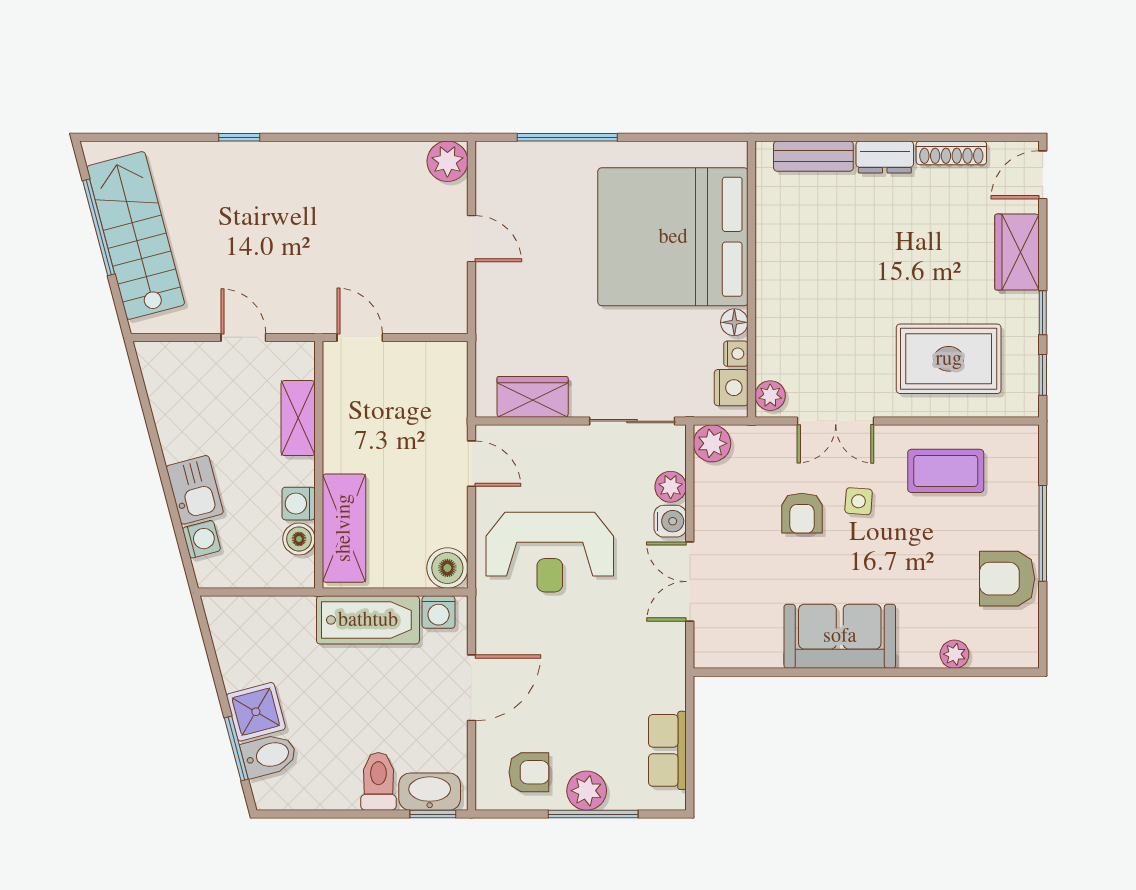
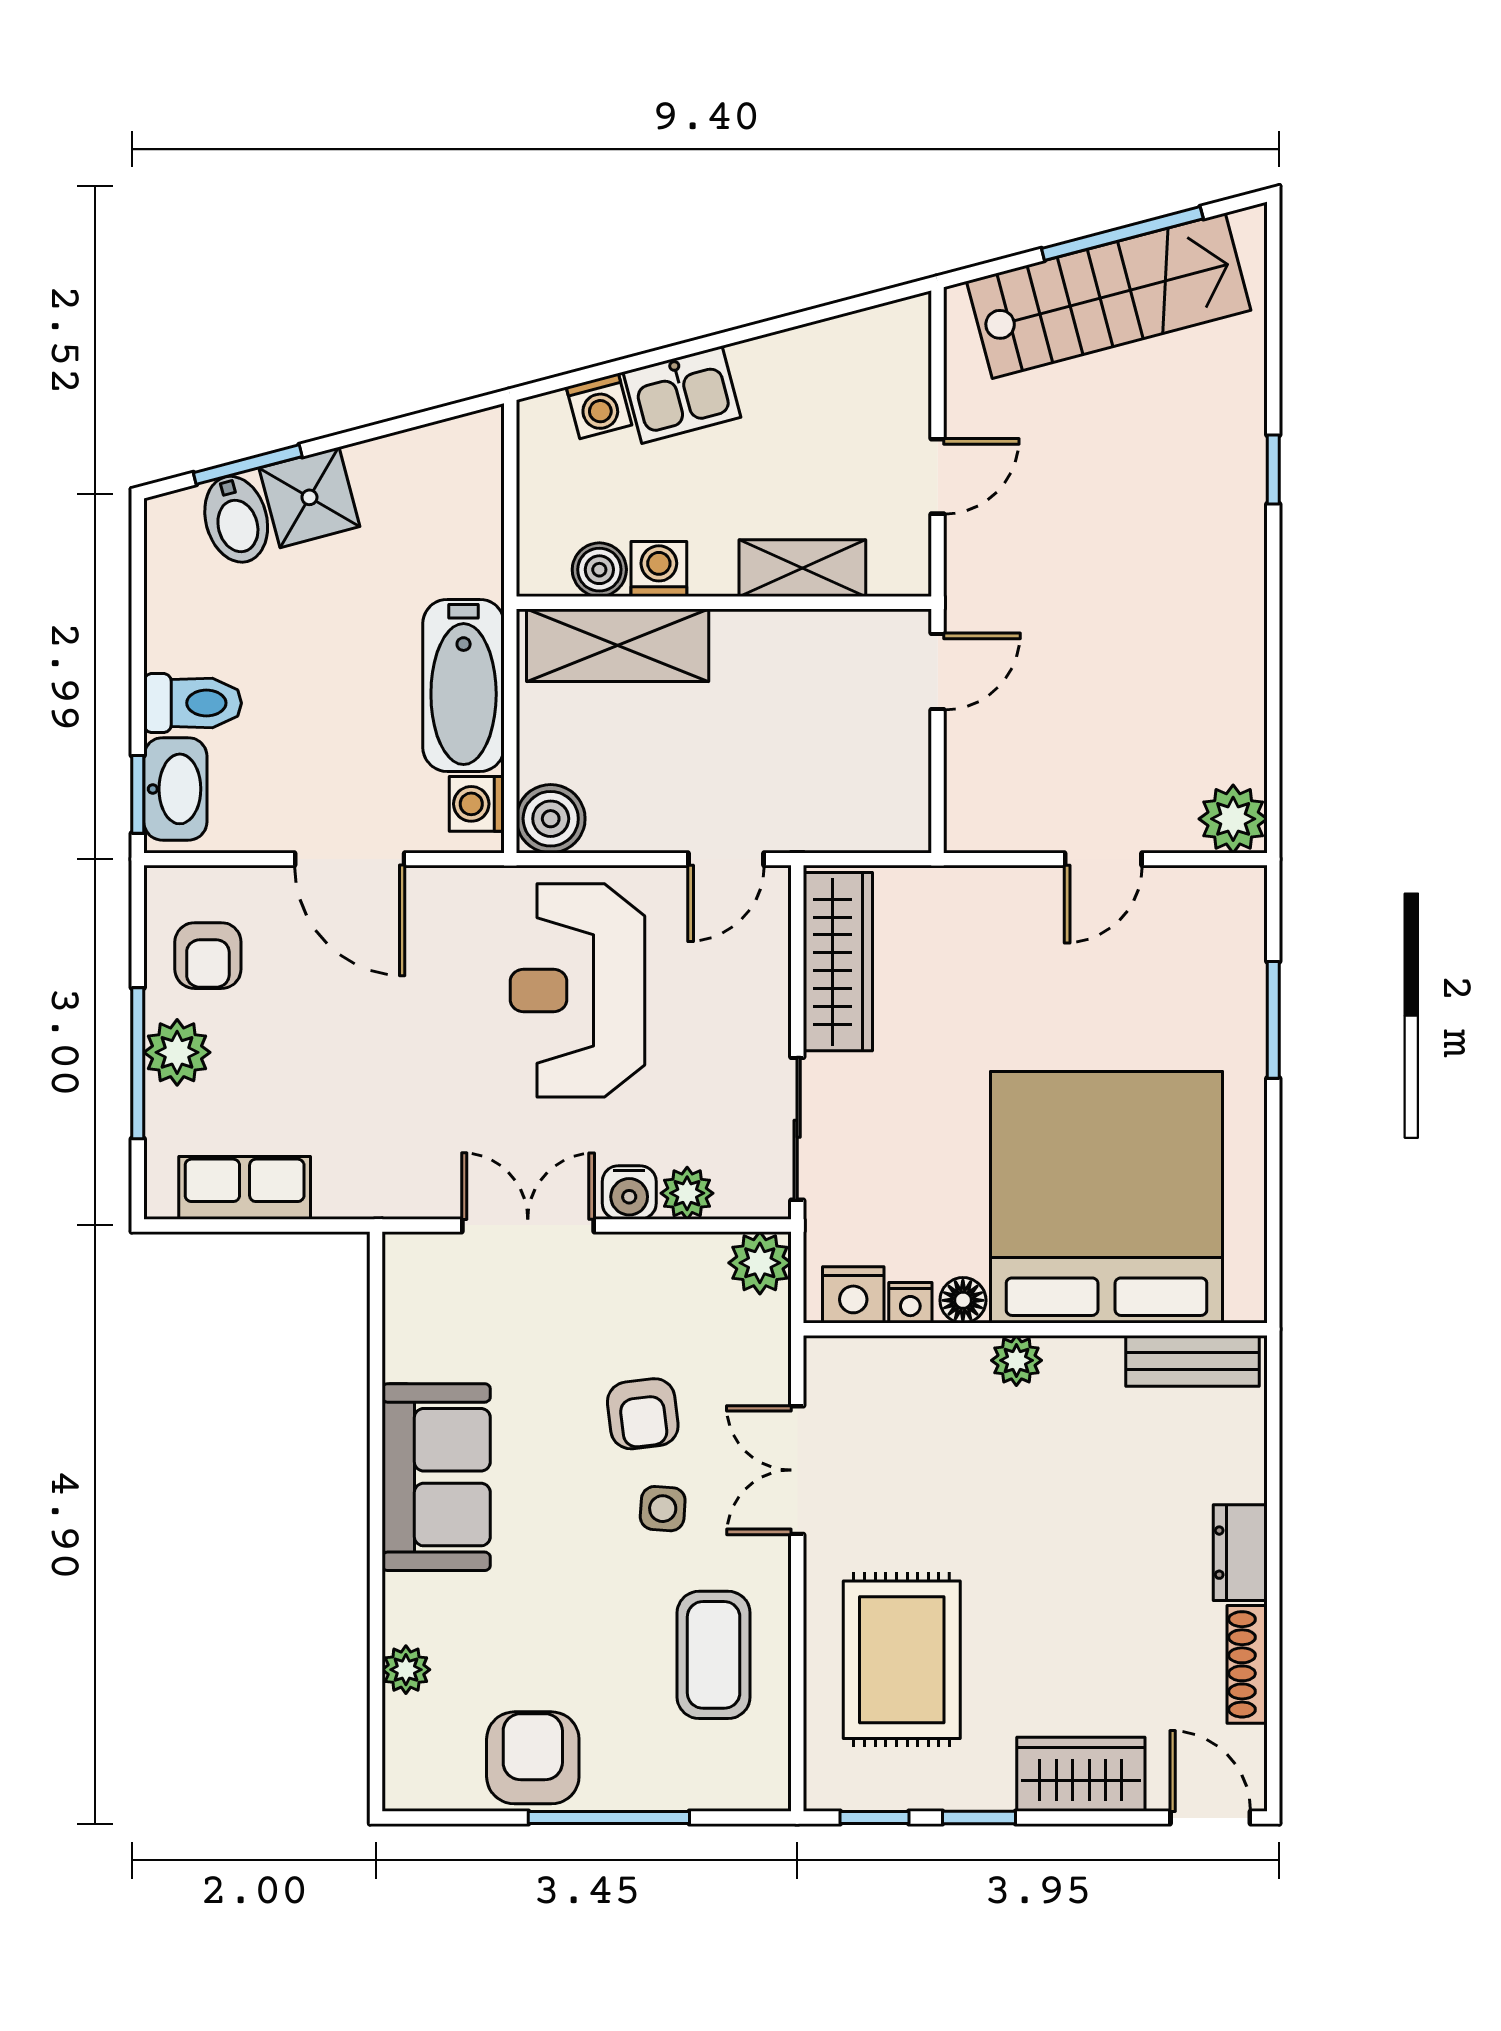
window: (567, 137) -> (1273, 1020), width x0.69
bench: (813, 156) -> (1193, 1361), moved, turned 90
plant: (770, 396) -> (1016, 1360), moved
wardrobe: (533, 397) -> (838, 962), width x1.50
armchair: (802, 513) -> (643, 1414), turned -97

